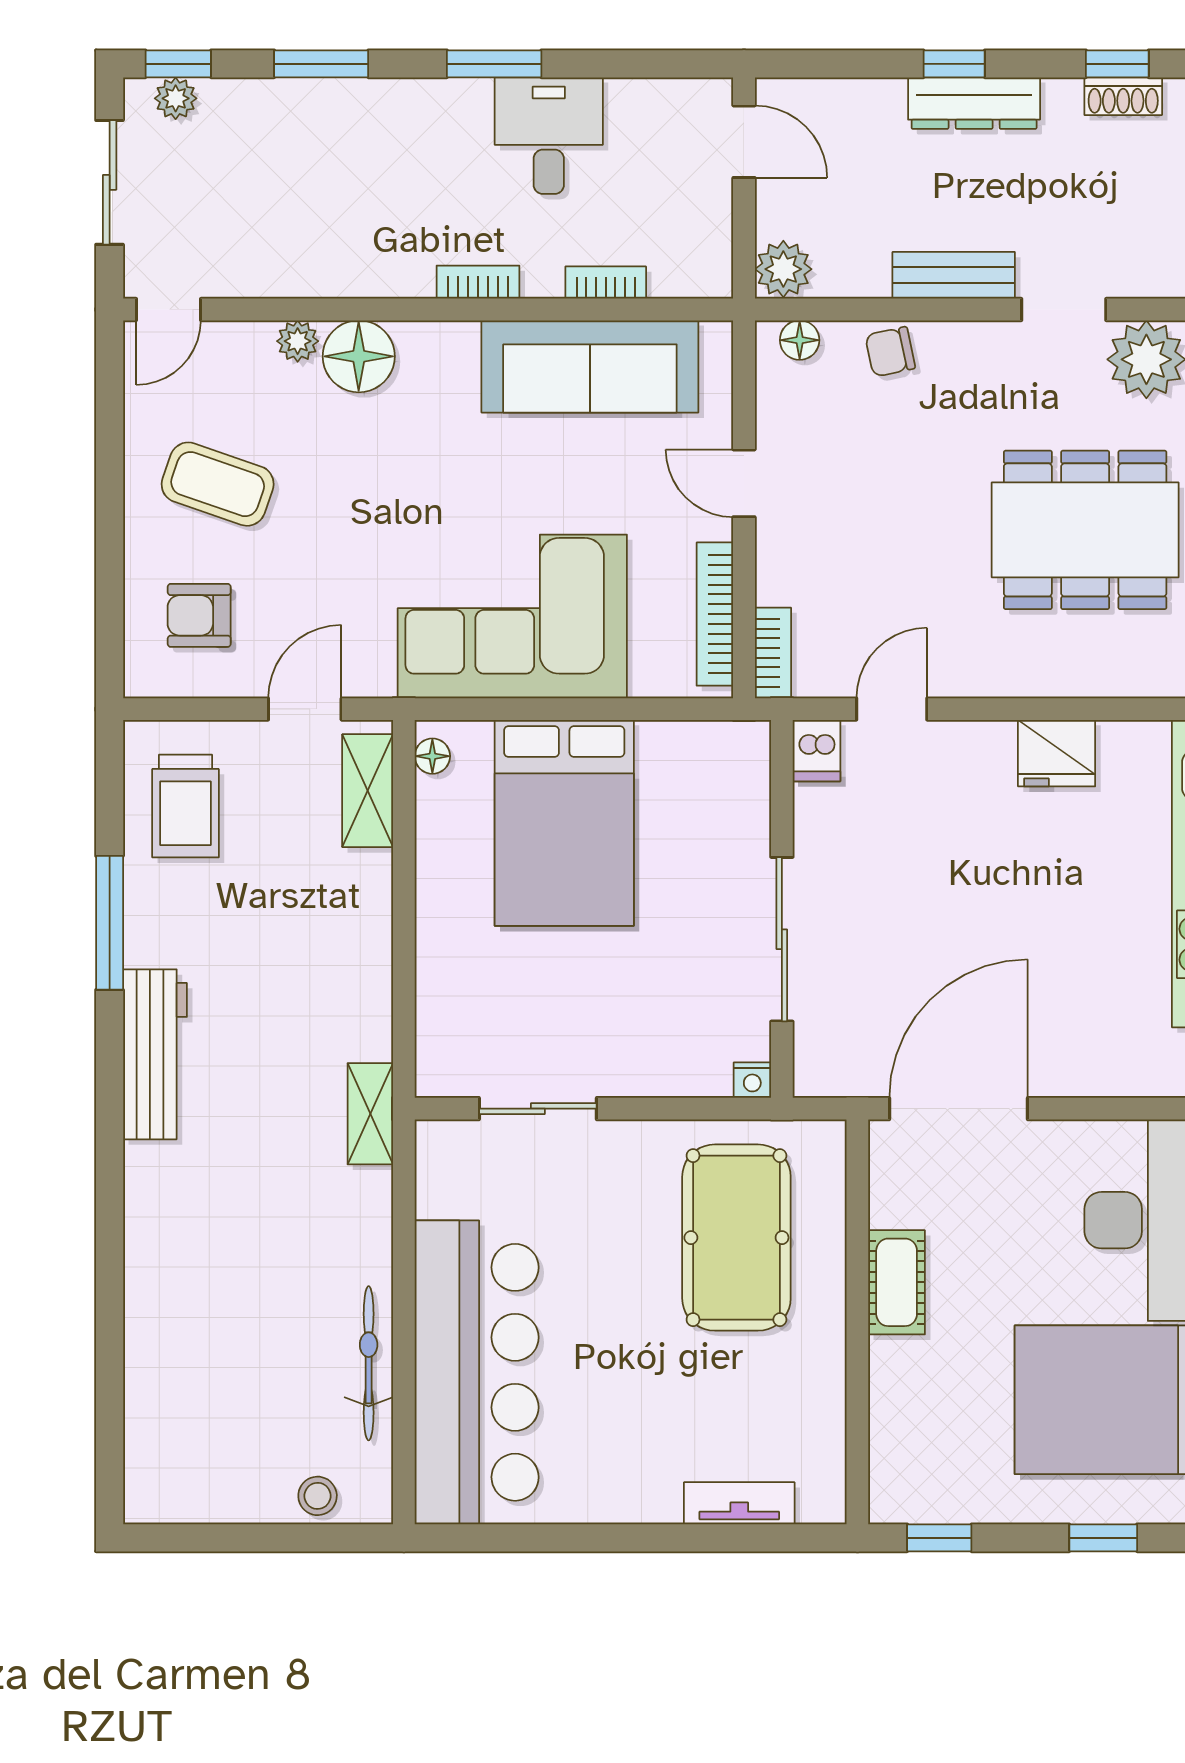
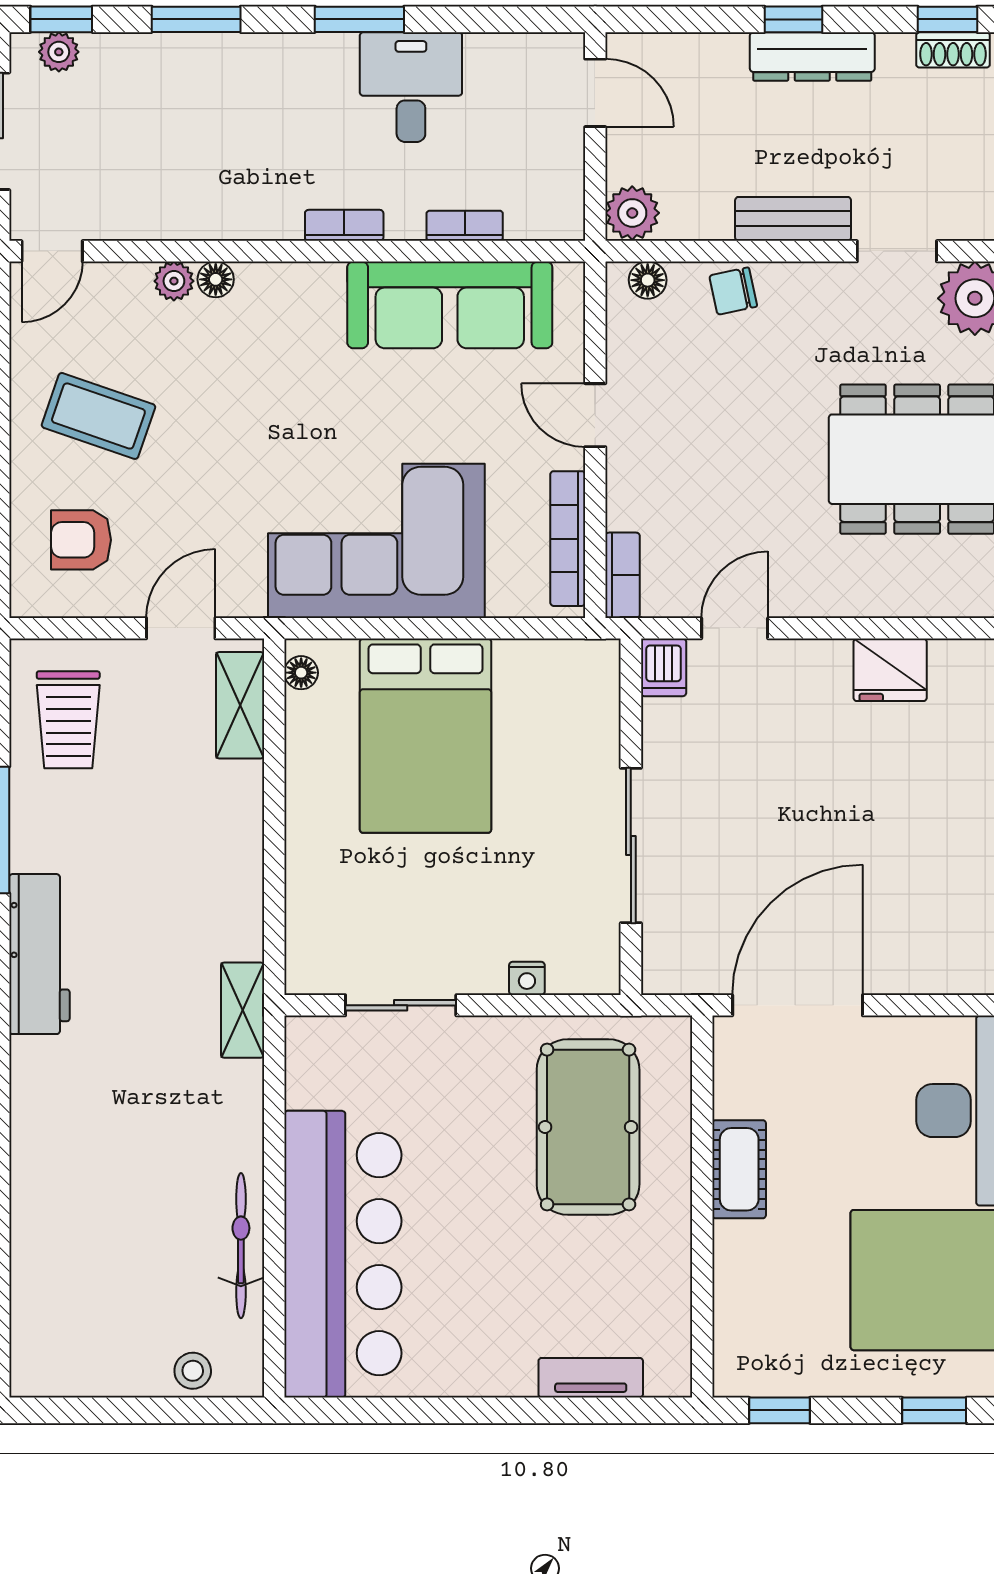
floor lamp: (359, 356) -> (216, 279), width x0.53, depth x0.53
nightstand: (752, 1080) -> (527, 978), moved

